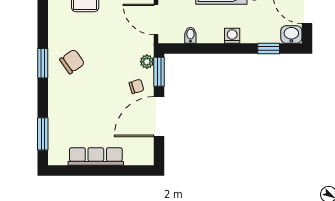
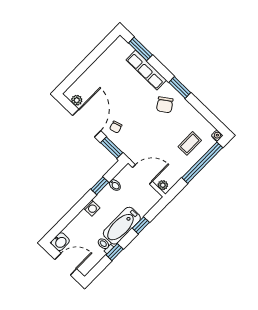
window: (269, 49) -> (100, 186), moved
plant: (147, 62) -> (77, 100), moved
row of seats: (96, 156) -> (146, 70), moved, turned 90

